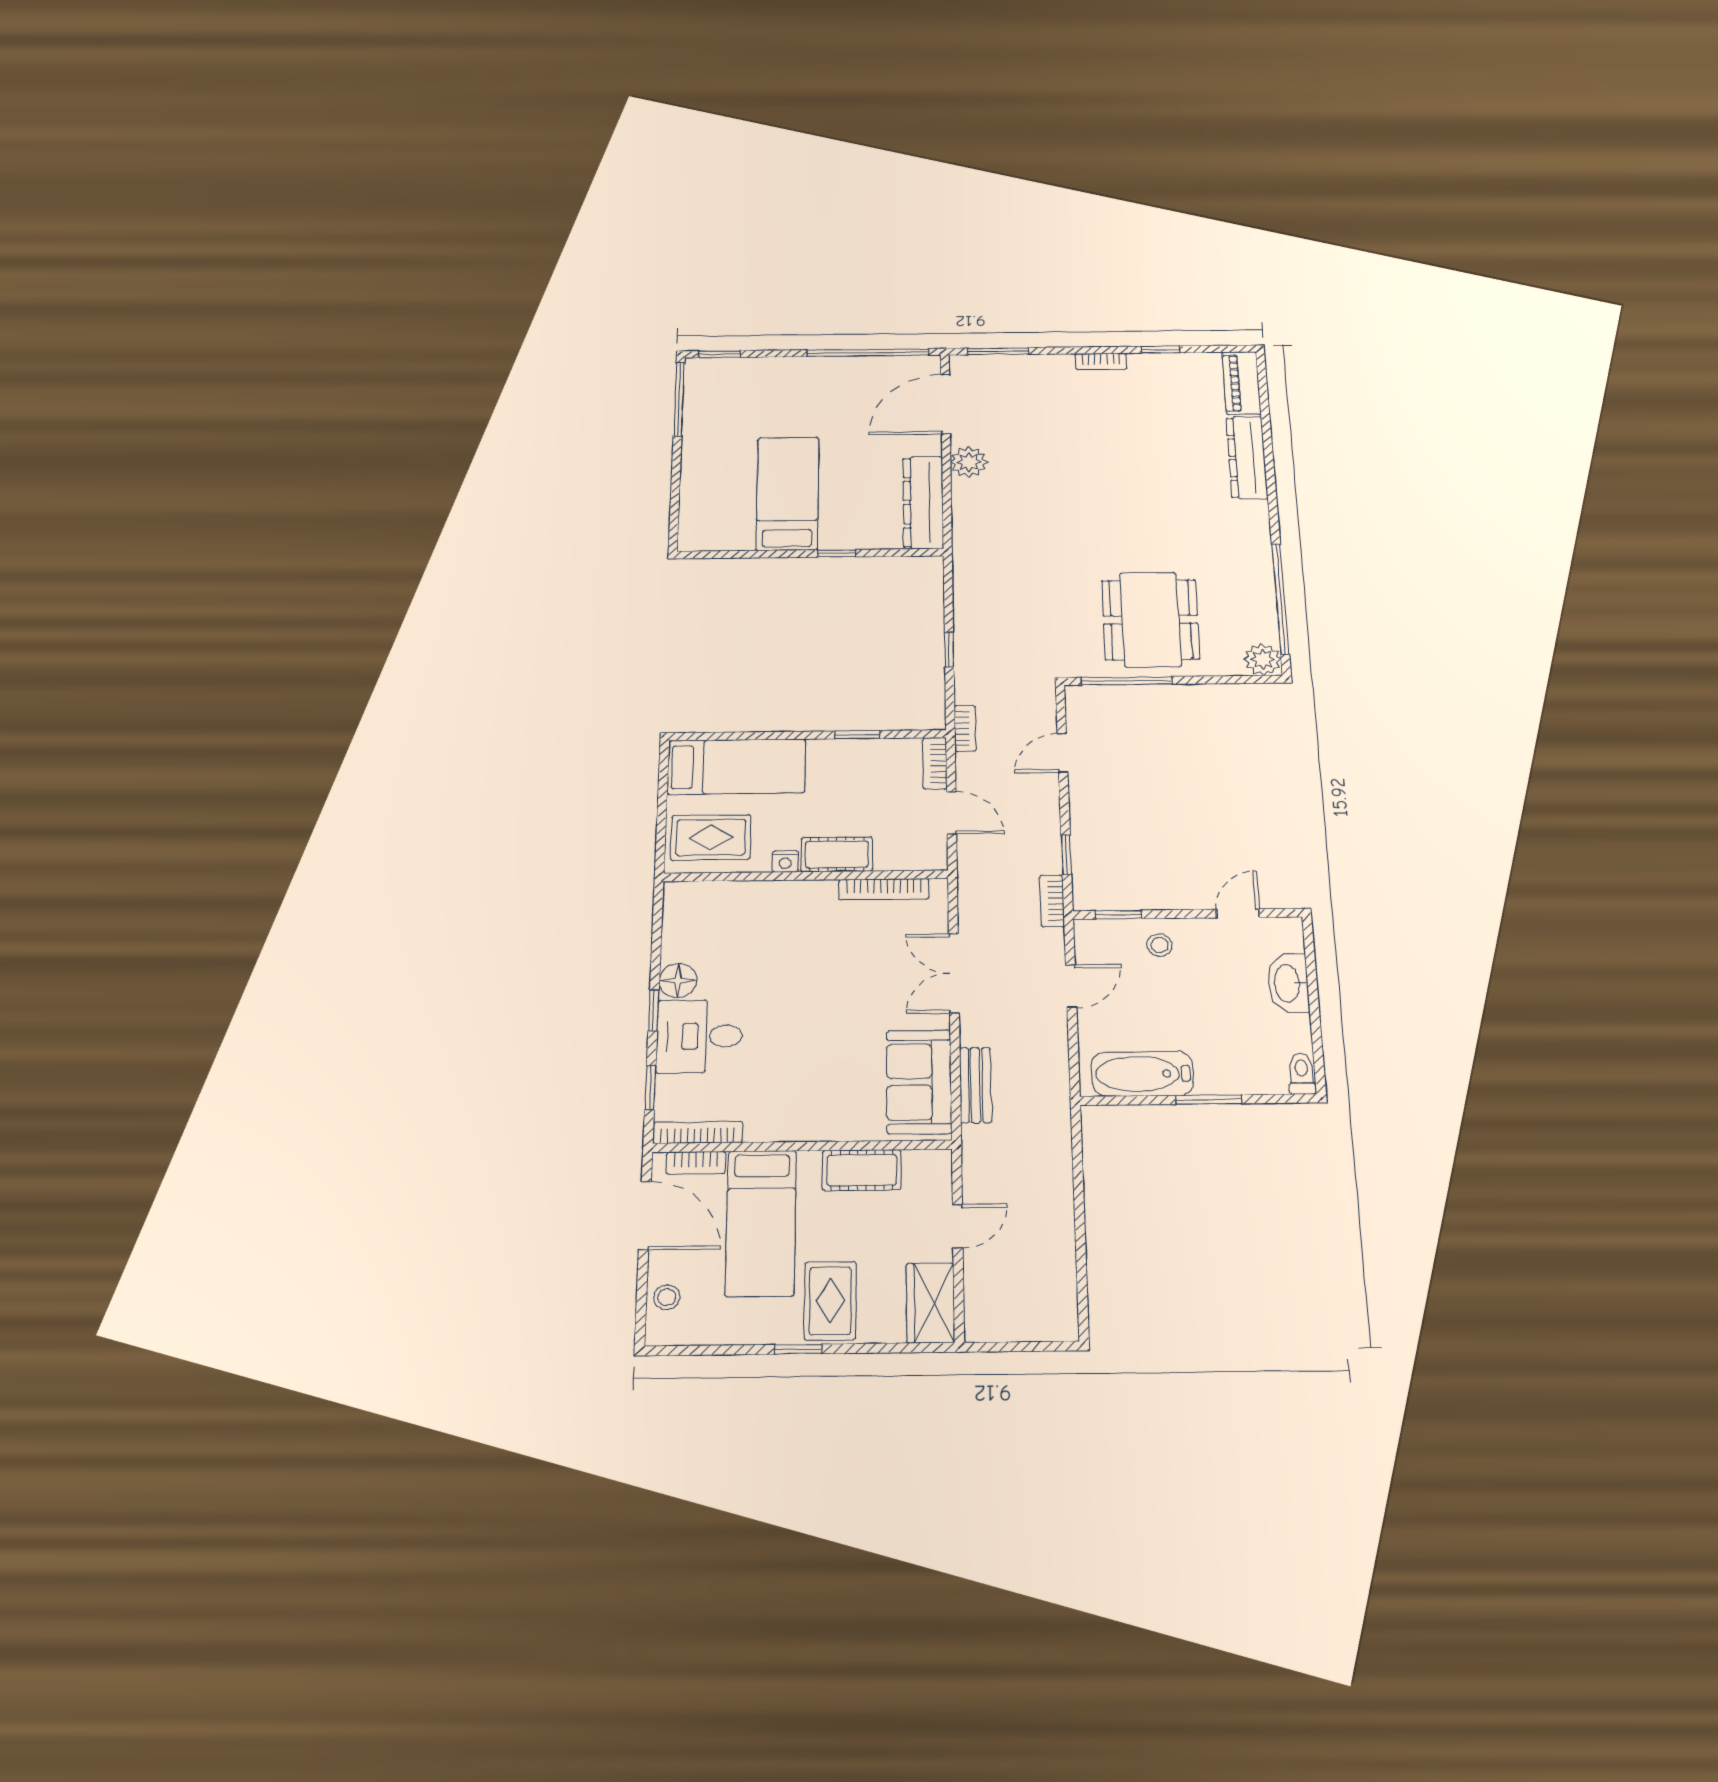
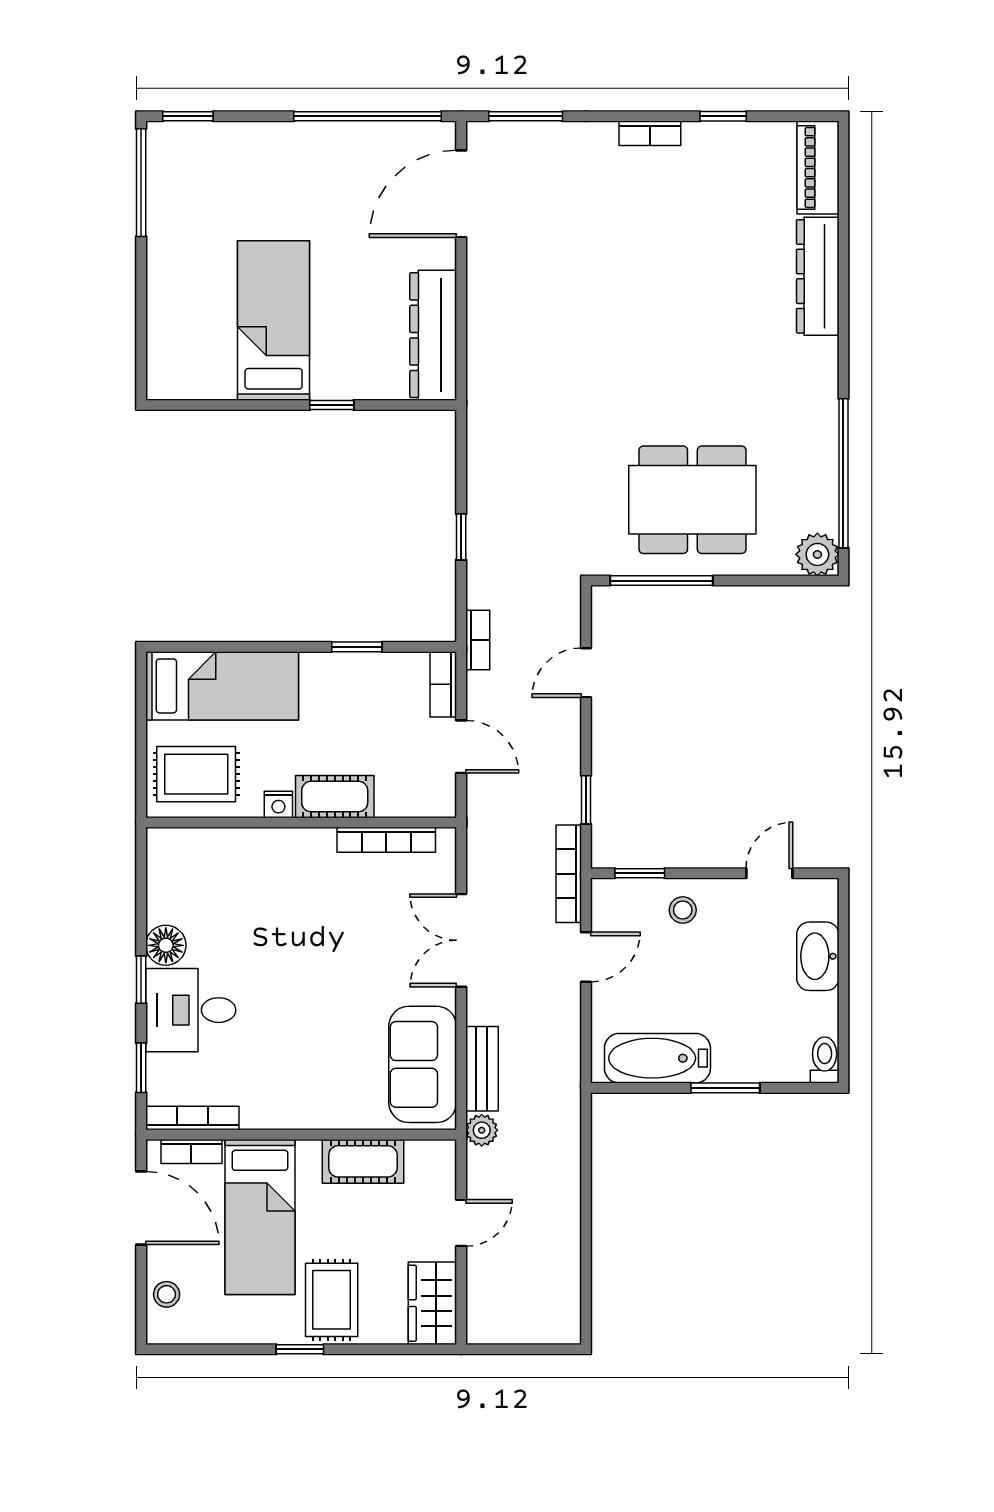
plant: (969, 462) -> (482, 1130), moved, width x0.73, depth x0.73
dining table: (1150, 620) -> (692, 500), turned 90
bookcase: (1052, 901) -> (569, 874), width x1.56

